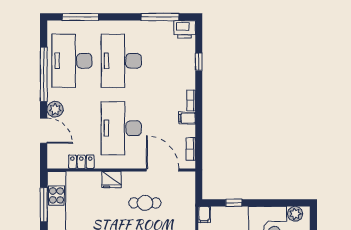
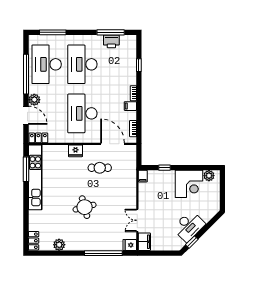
printer: (185, 29) -> (111, 41), moved
locker: (81, 162) -> (38, 138), moved

